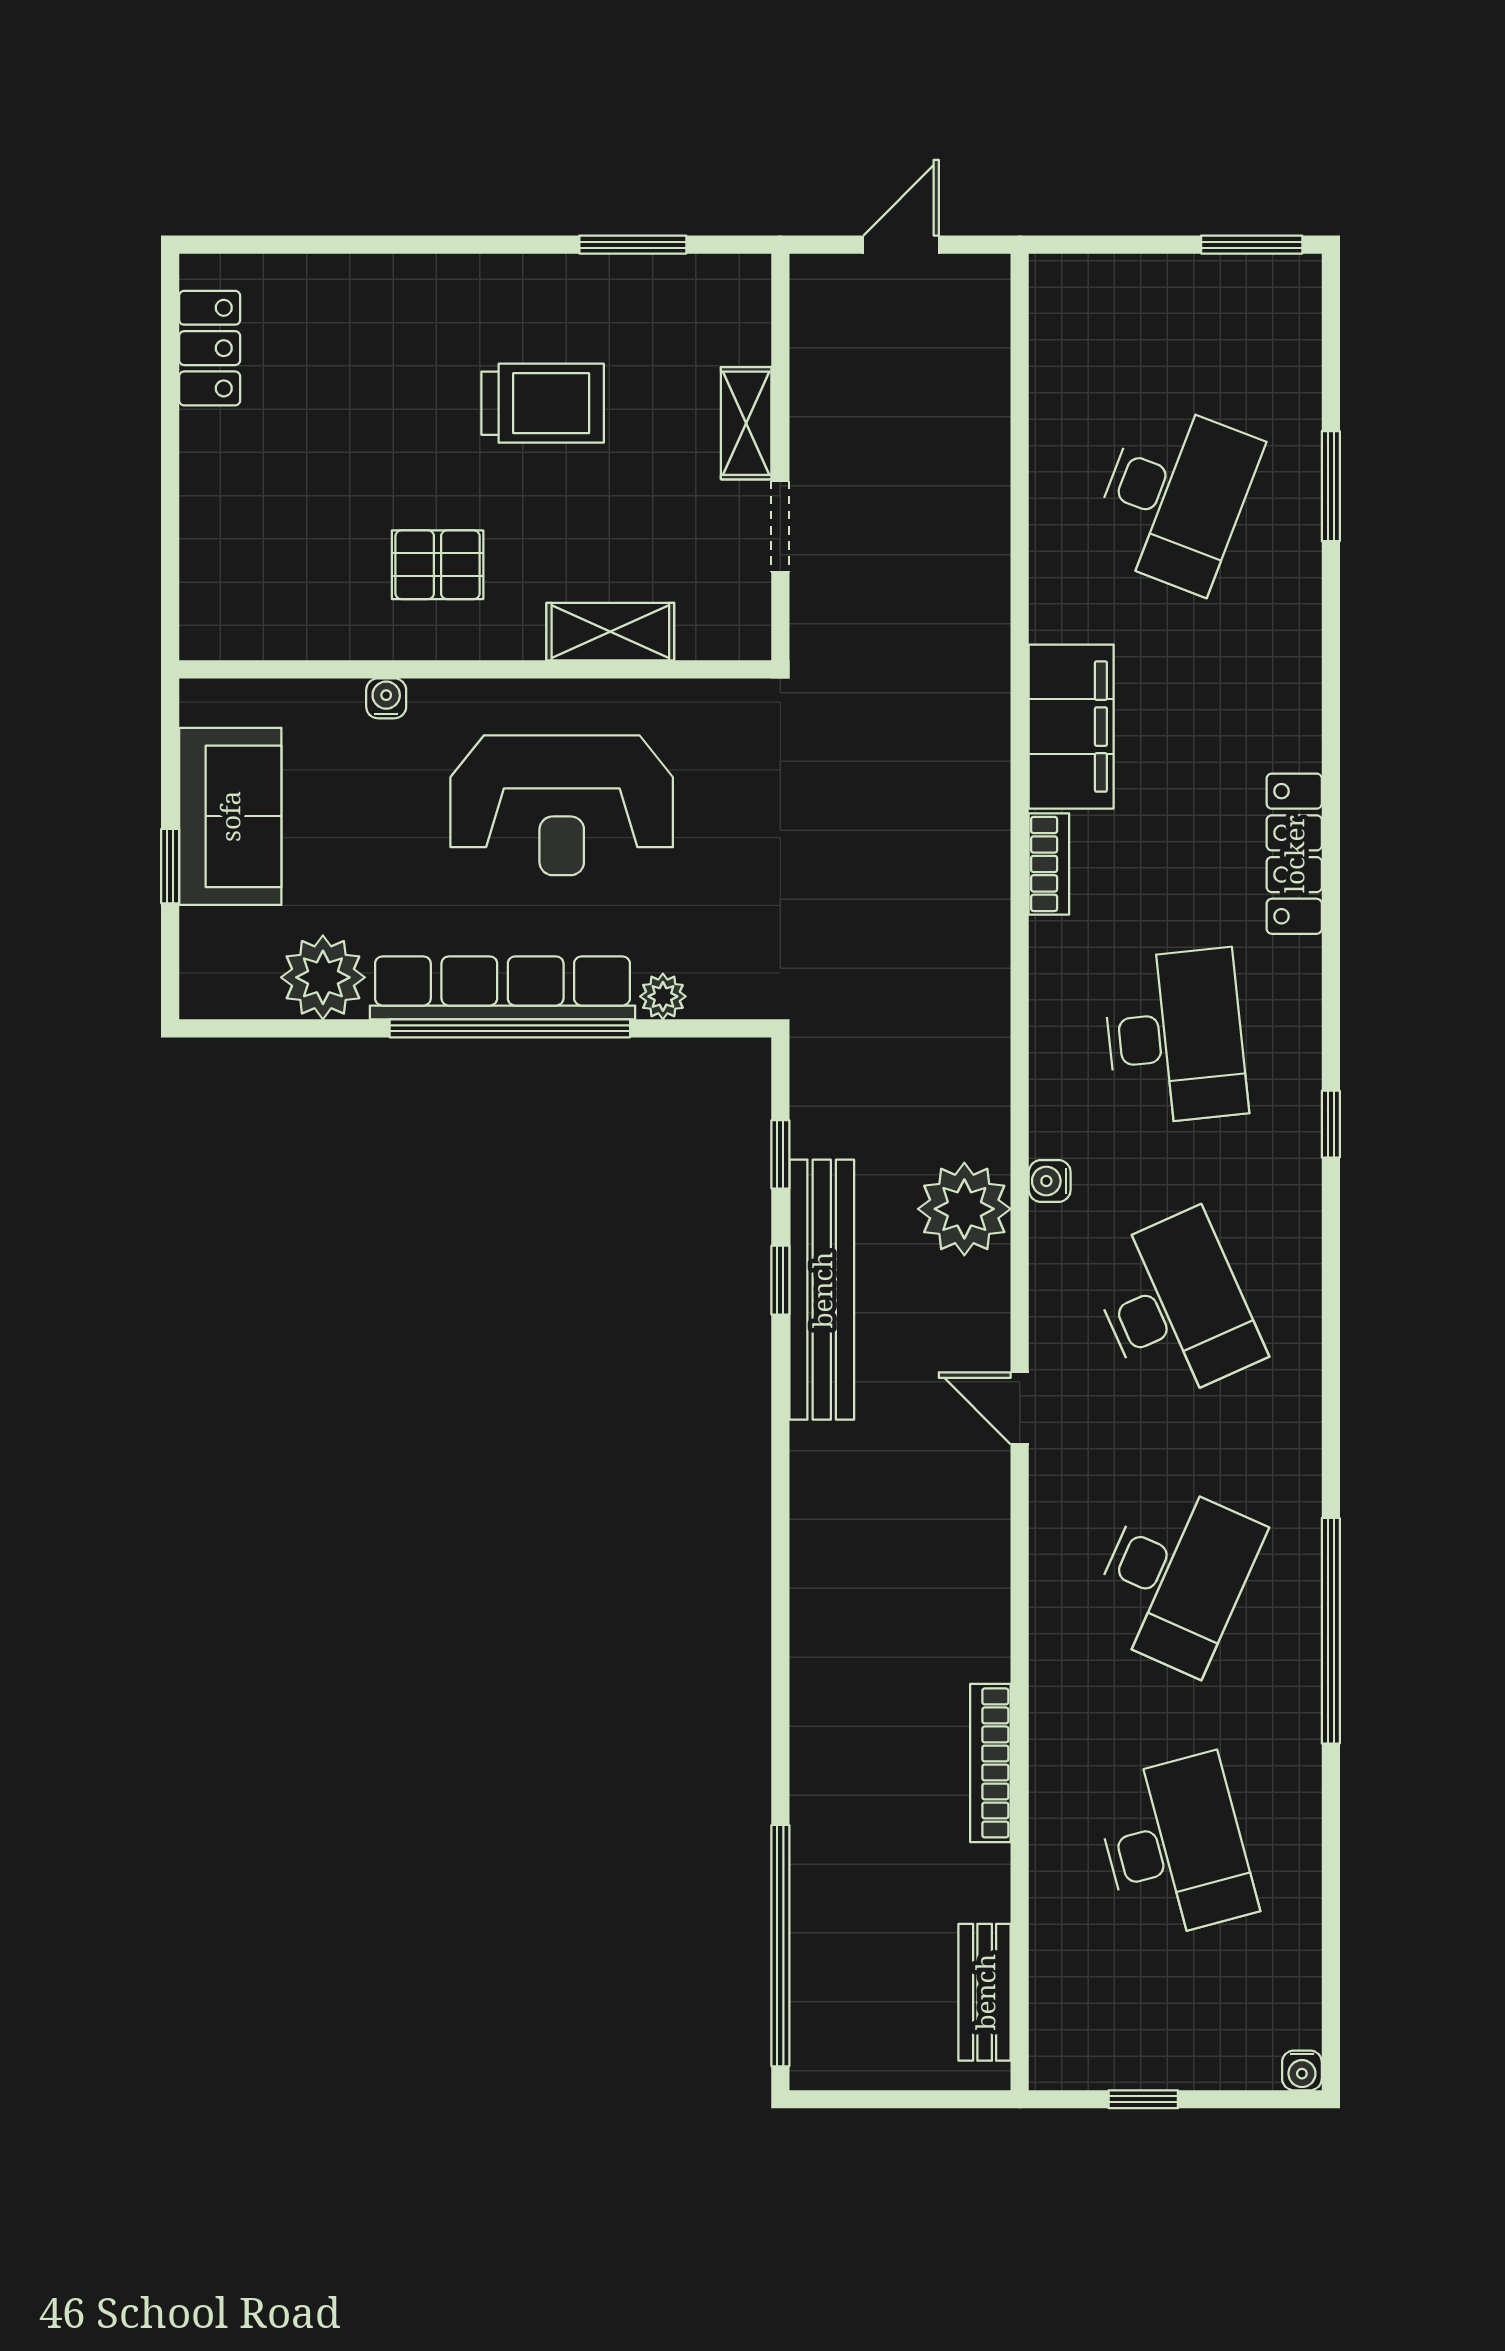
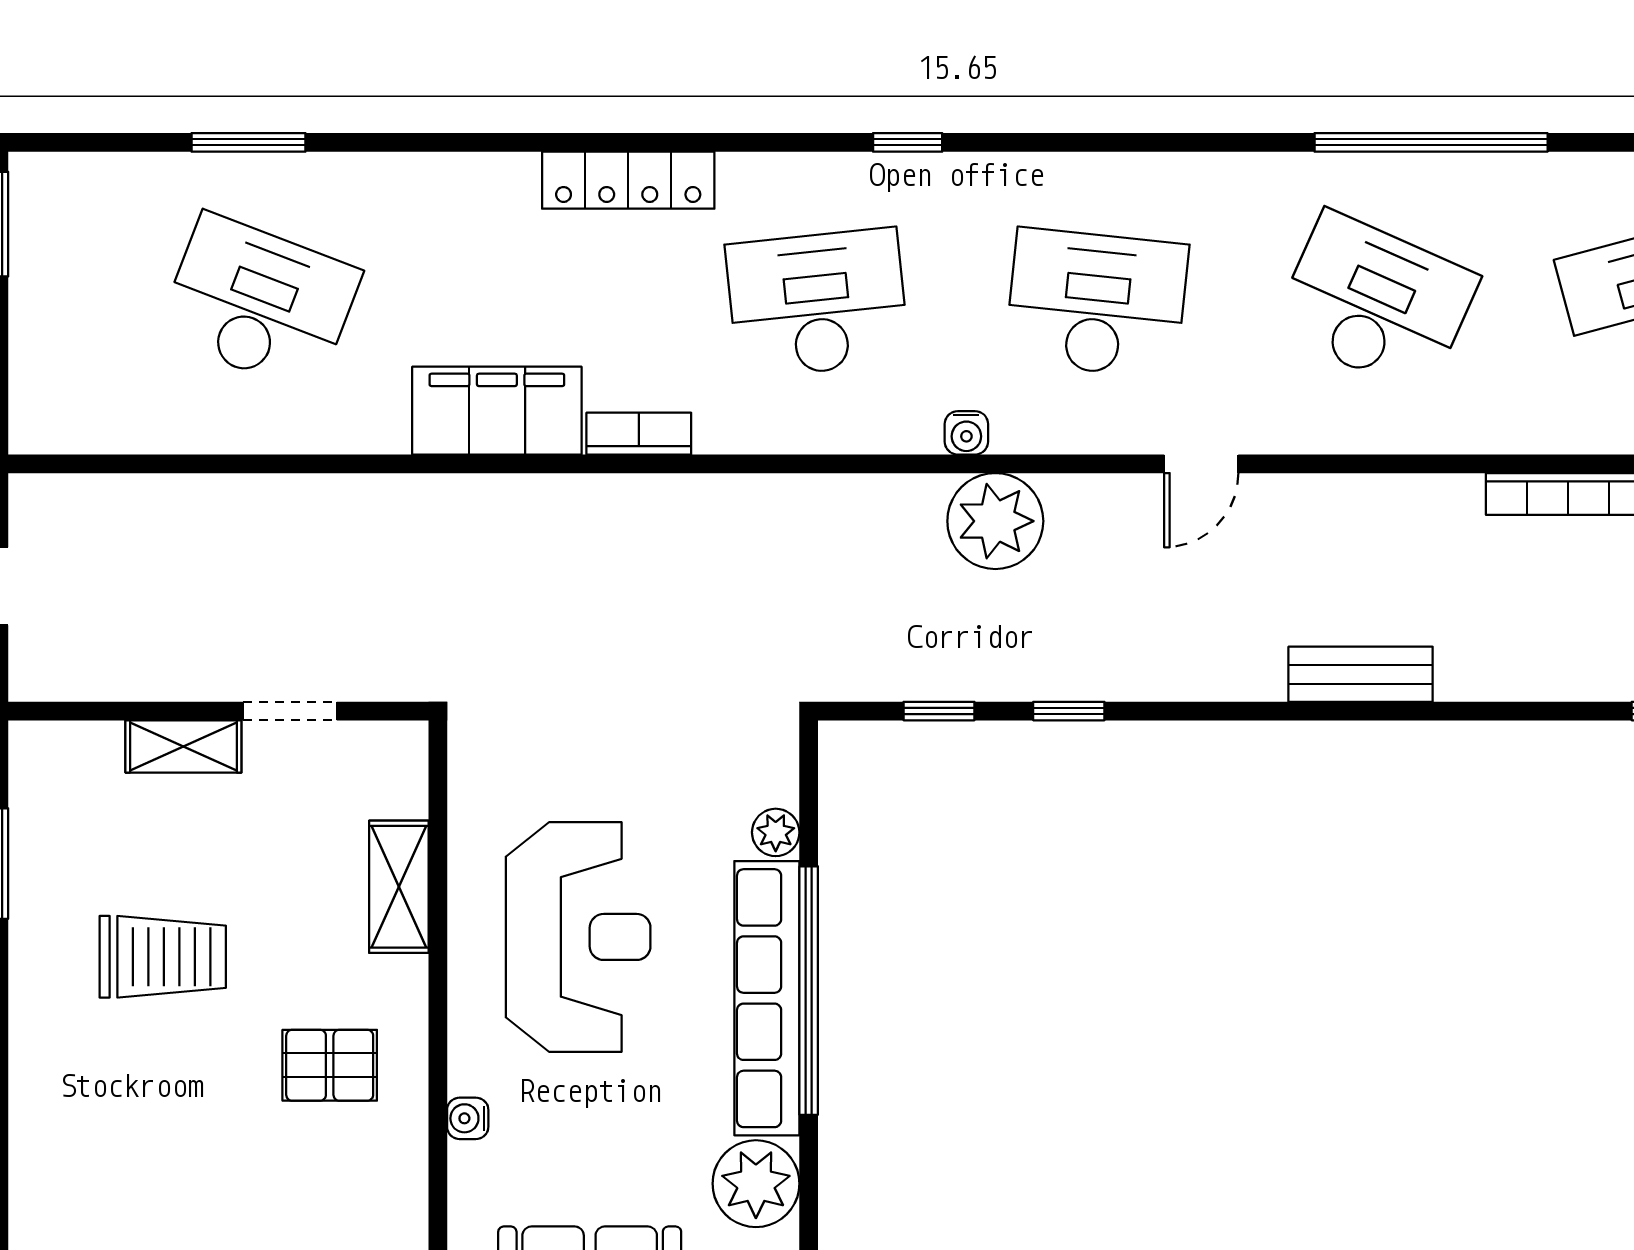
trolley: (543, 403) -> (163, 957), turned 90
pallet: (438, 565) -> (330, 1065), turned 90
bench: (822, 1290) -> (1361, 674), moved, width x0.54, depth x0.82
desk: (1175, 1307) -> (1097, 303), turned 30

